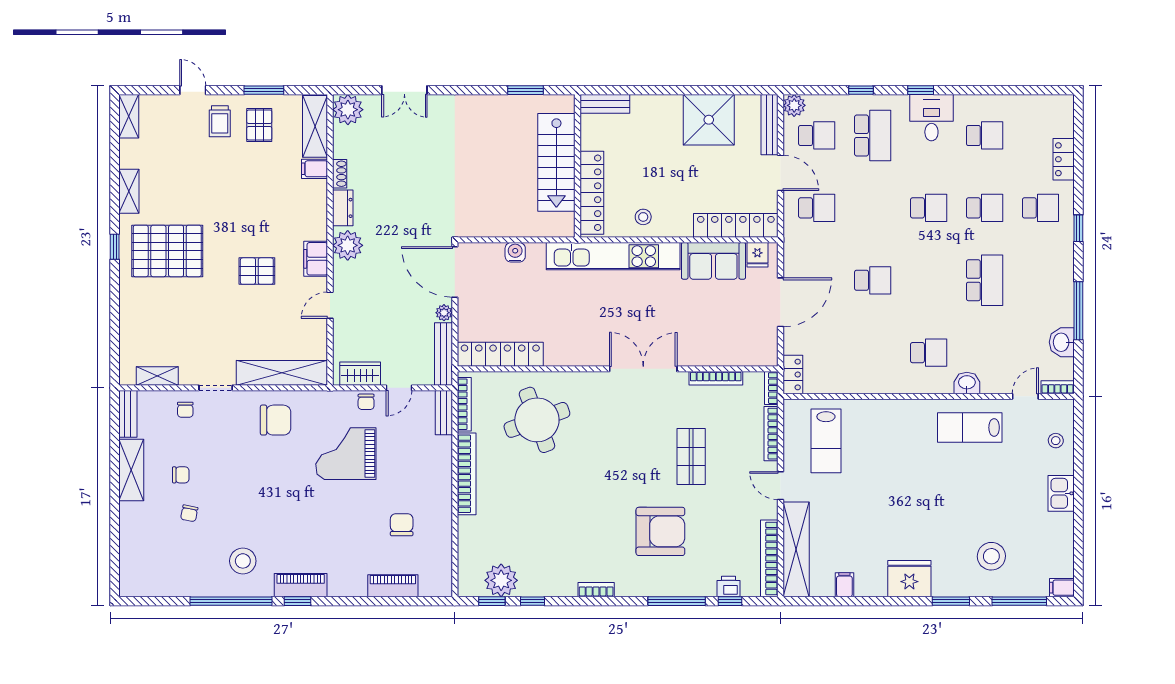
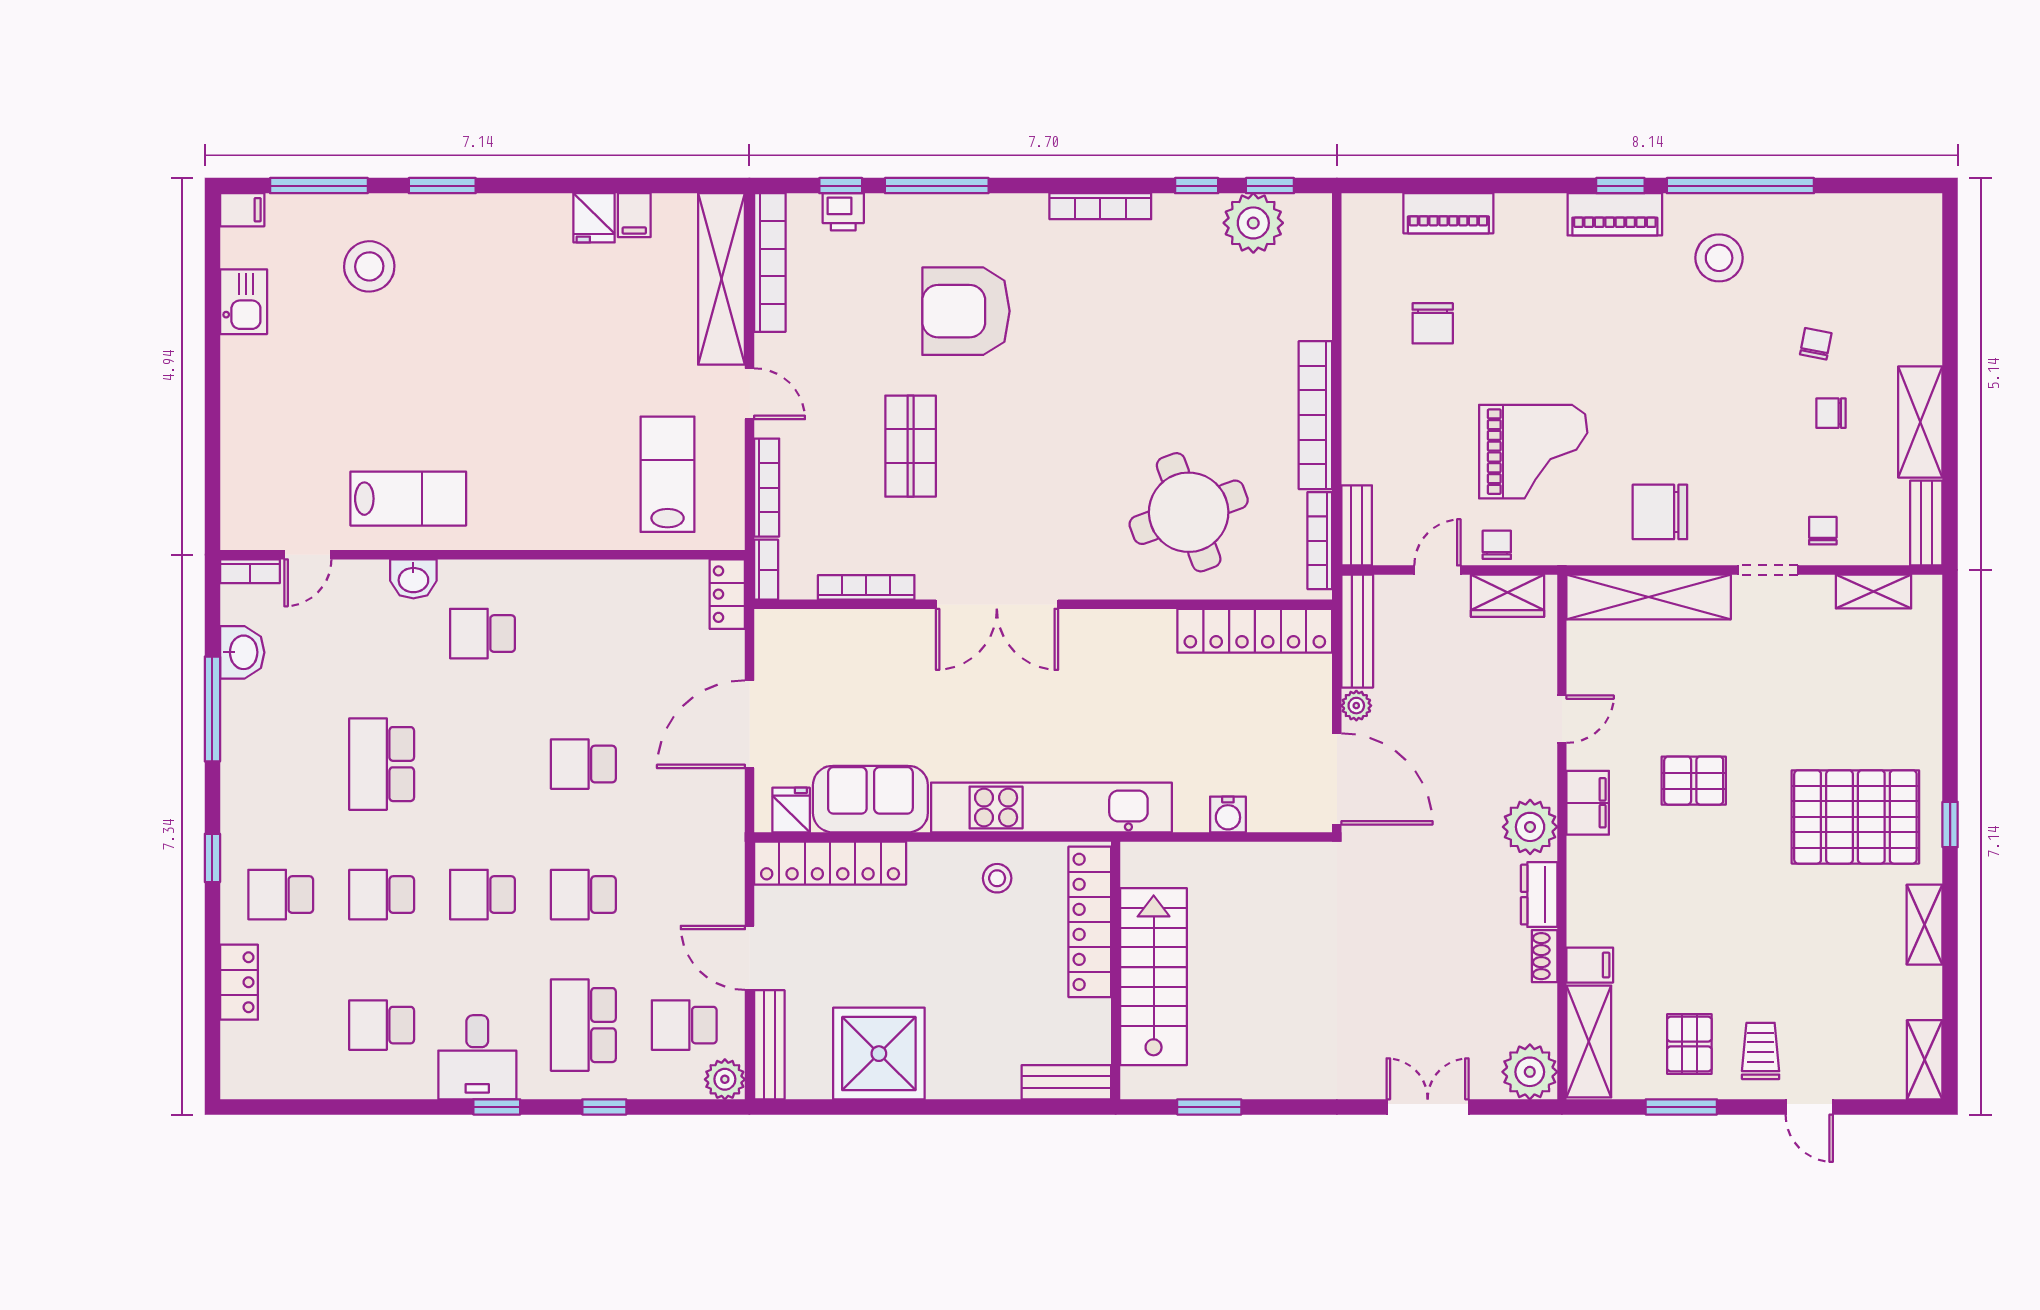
school desk: (817, 208) -> (583, 895), moved
stool: (1056, 441) -> (253, 475), removed
kitchen sink: (1061, 493) -> (244, 302), moved
fridge: (909, 579) -> (594, 218), moved, width x0.53, depth x0.75
bookcase: (596, 590) -> (1100, 206), width x1.56

